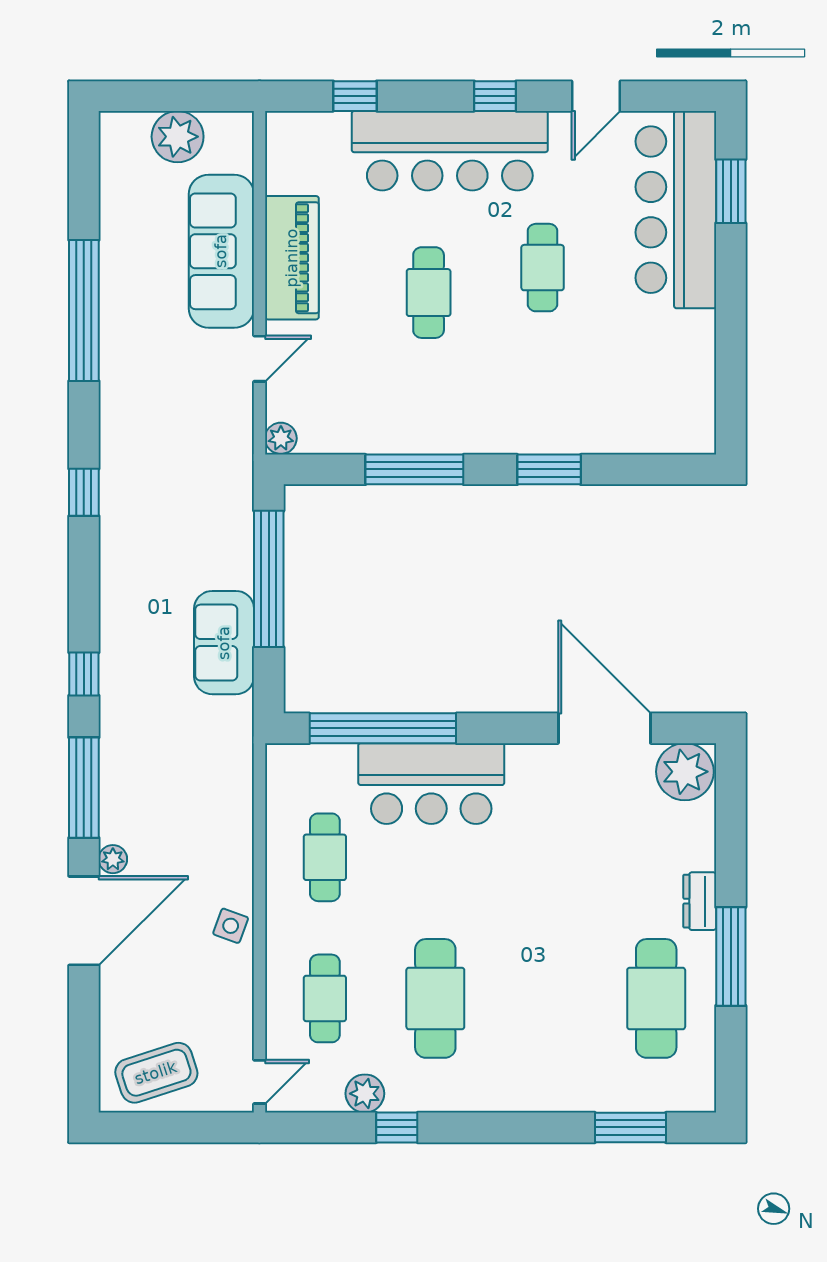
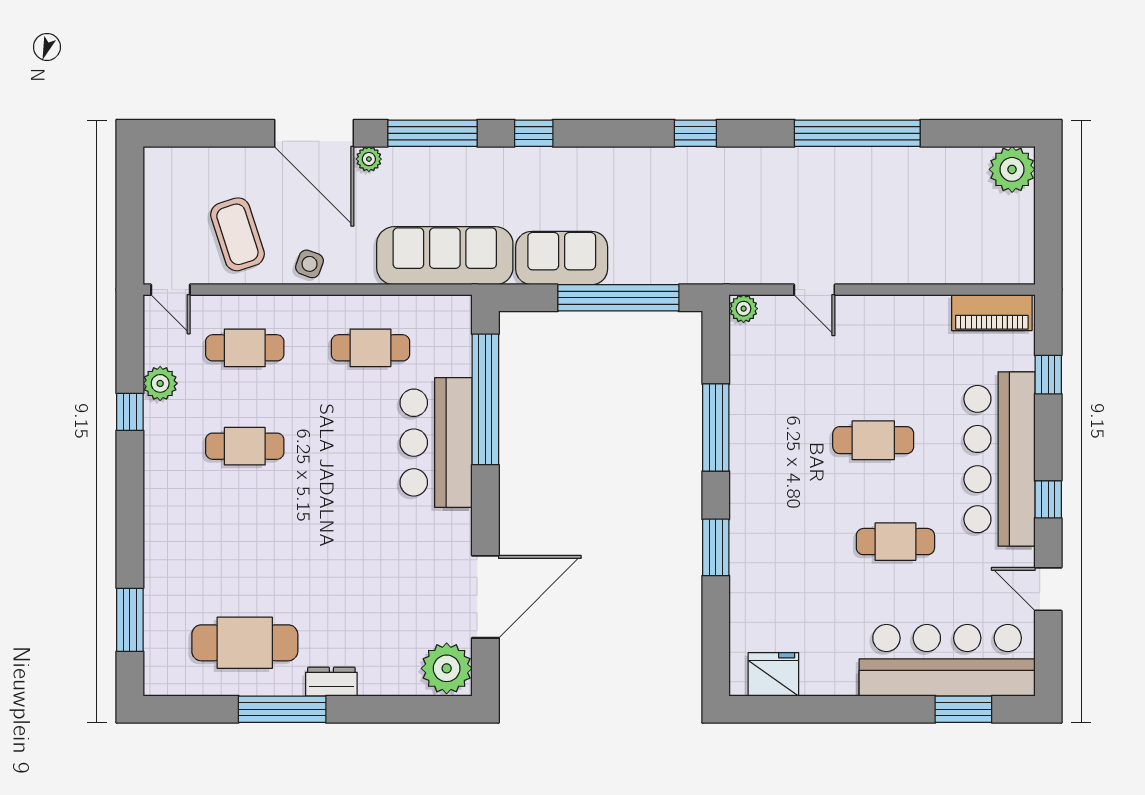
plant: (178, 137) -> (1012, 169), moved
sofa: (221, 251) -> (445, 256), moved
piano: (292, 258) -> (992, 313), moved, width x0.73, depth x0.75
fridge: (692, 405) -> (773, 674), added
cafe table: (435, 998) -> (245, 446), width x0.73, depth x0.74
coffee table: (156, 1073) -> (237, 234), moved

